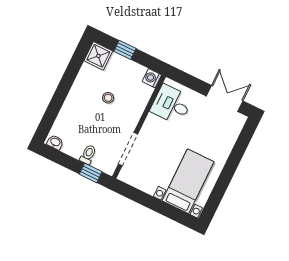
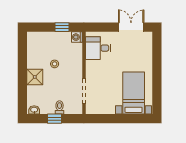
window: (125, 50) -> (62, 27), moved
shower: (98, 56) -> (35, 77), moved
window: (91, 173) -> (55, 119), moved

